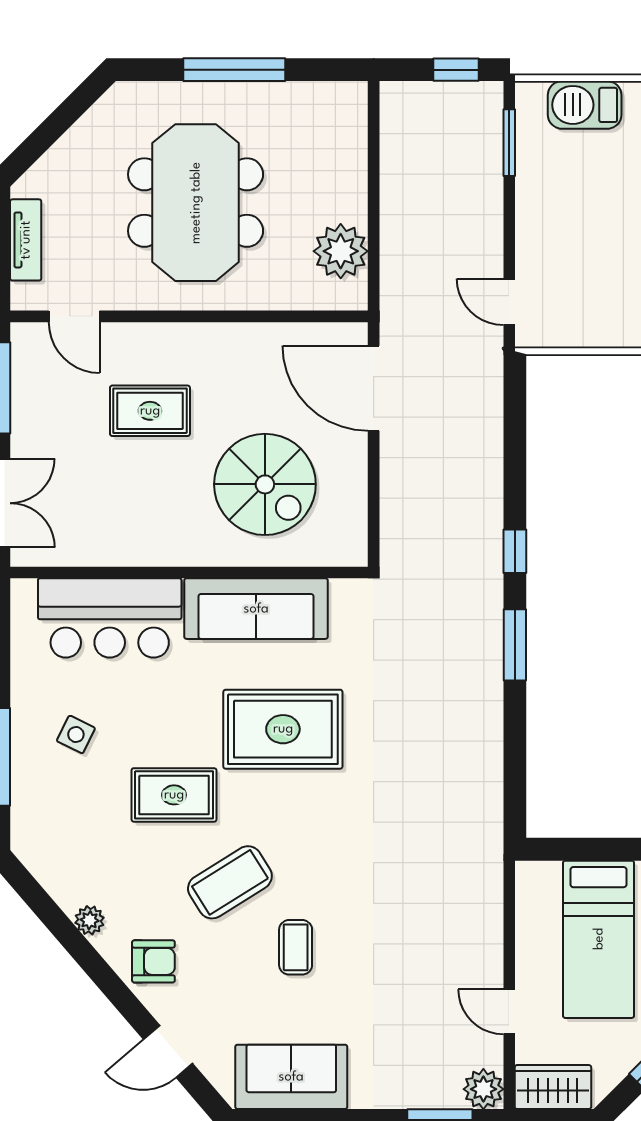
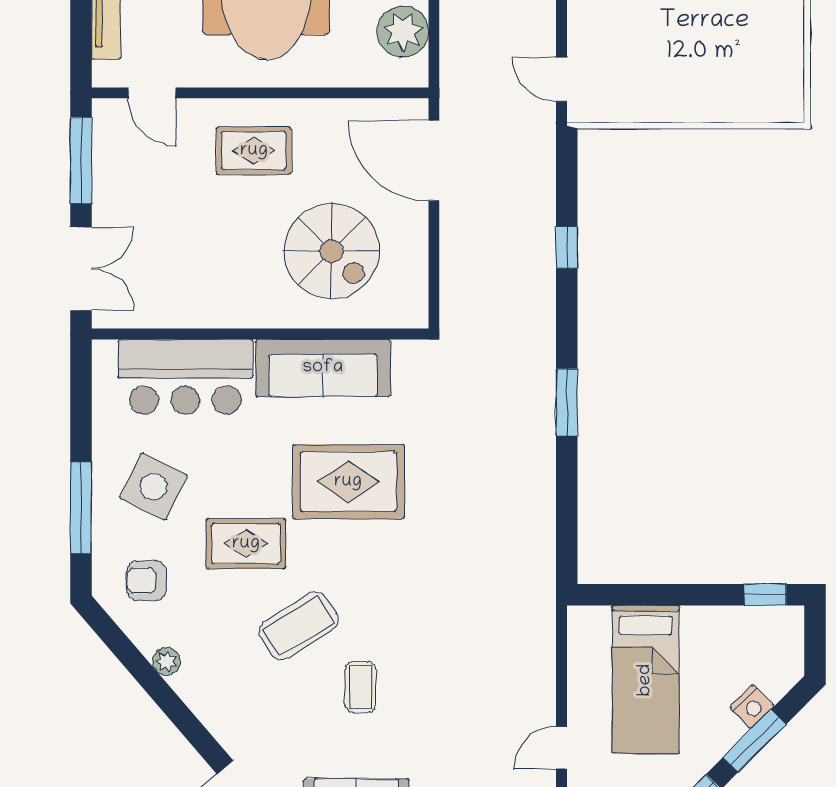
rug: (150, 411) -> (254, 151), moved
window: (515, 551) -> (567, 247), moved
side table: (76, 734) -> (154, 487), width x1.87, depth x1.87
armchair: (153, 961) -> (146, 581), moved, turned 180
door: (509, 1012) -> (562, 748), hinge flipped

